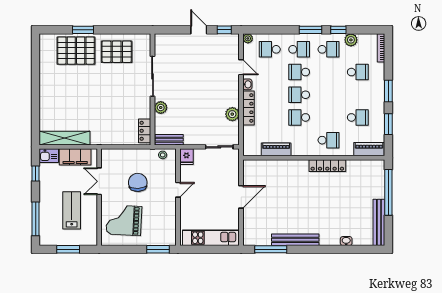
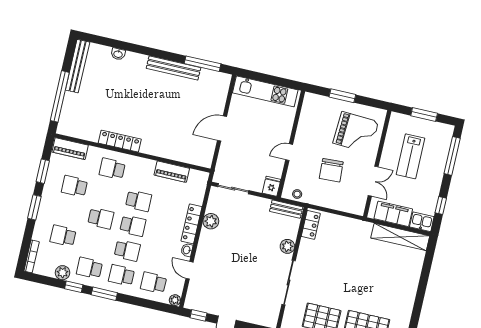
school desk: (270, 49) -> (154, 283), turned 180
school desk: (328, 95) -> (101, 218), added
window: (158, 249) -> (342, 96), moved

